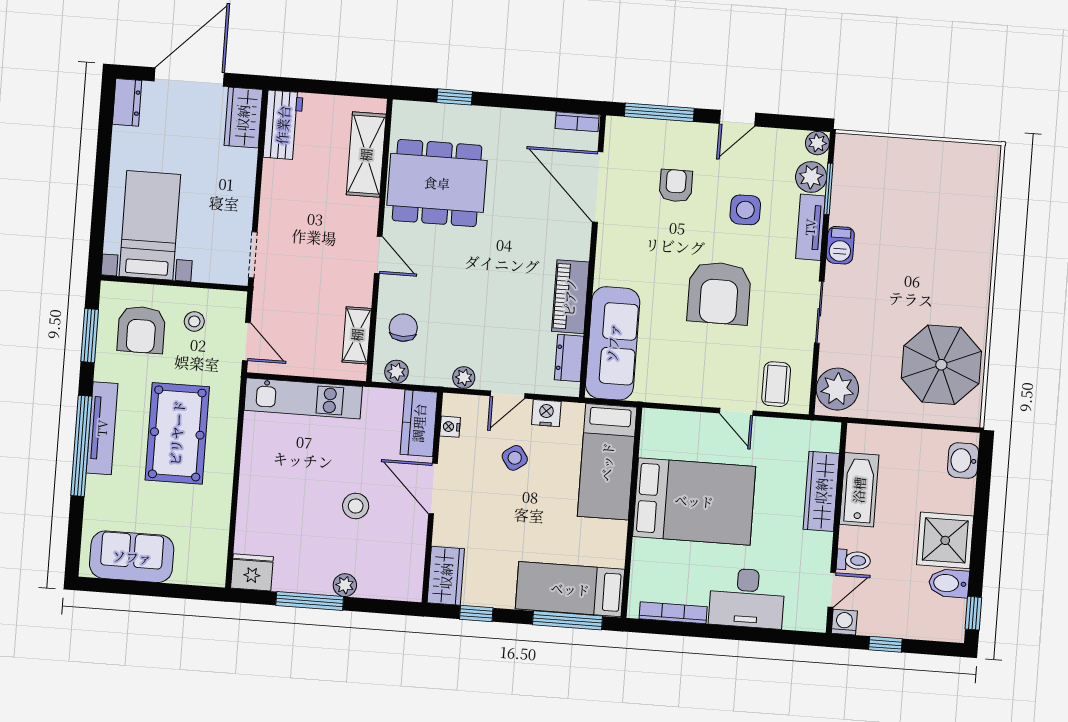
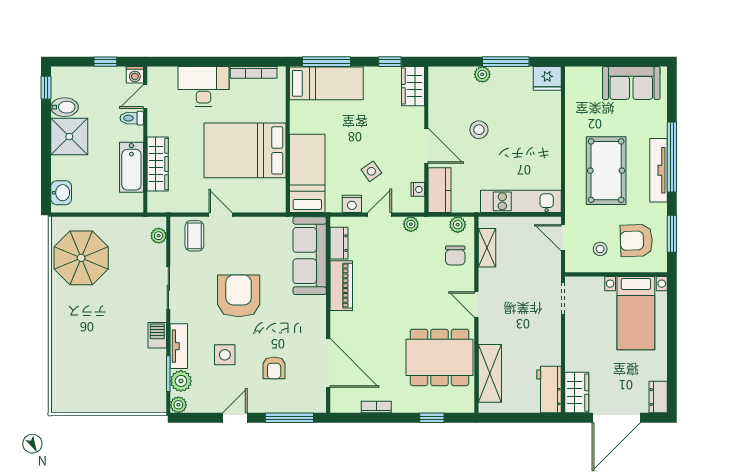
bookcase: (577, 122) -> (376, 407), moved
armchair: (141, 330) -> (636, 240), turned -92
plant: (837, 389) -> (159, 236), width x0.53, depth x0.53

